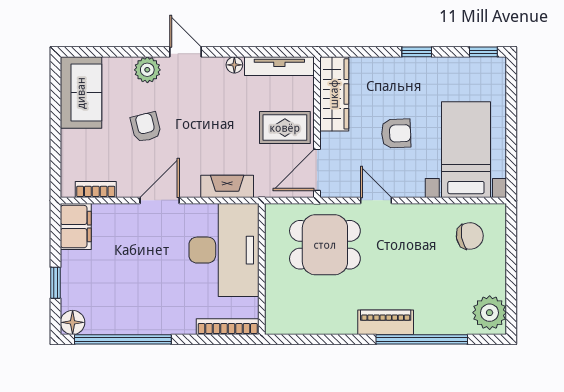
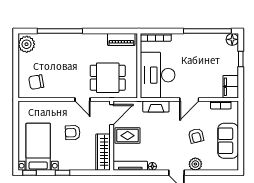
sofa: (81, 93) -> (228, 141), moved
bed with nightstands: (466, 150) -> (38, 147), moved, turned 180
piano: (386, 322) -> (121, 39), moved

